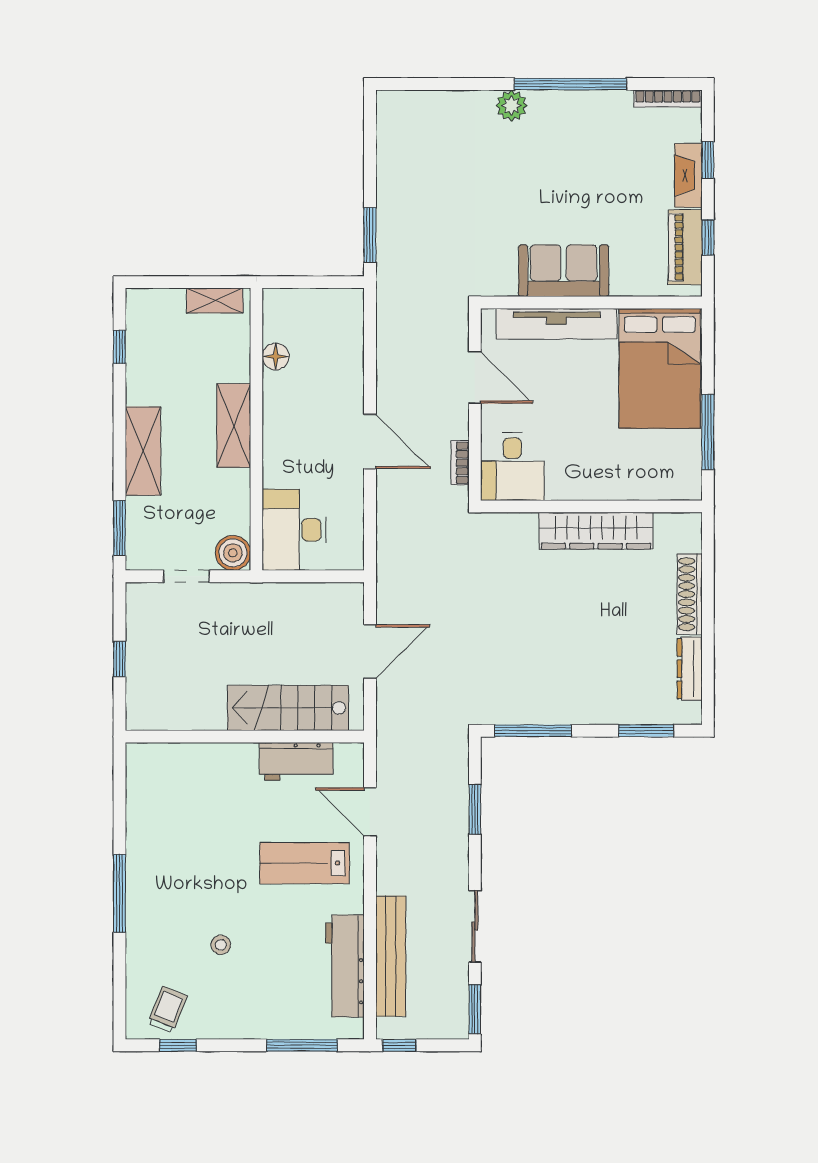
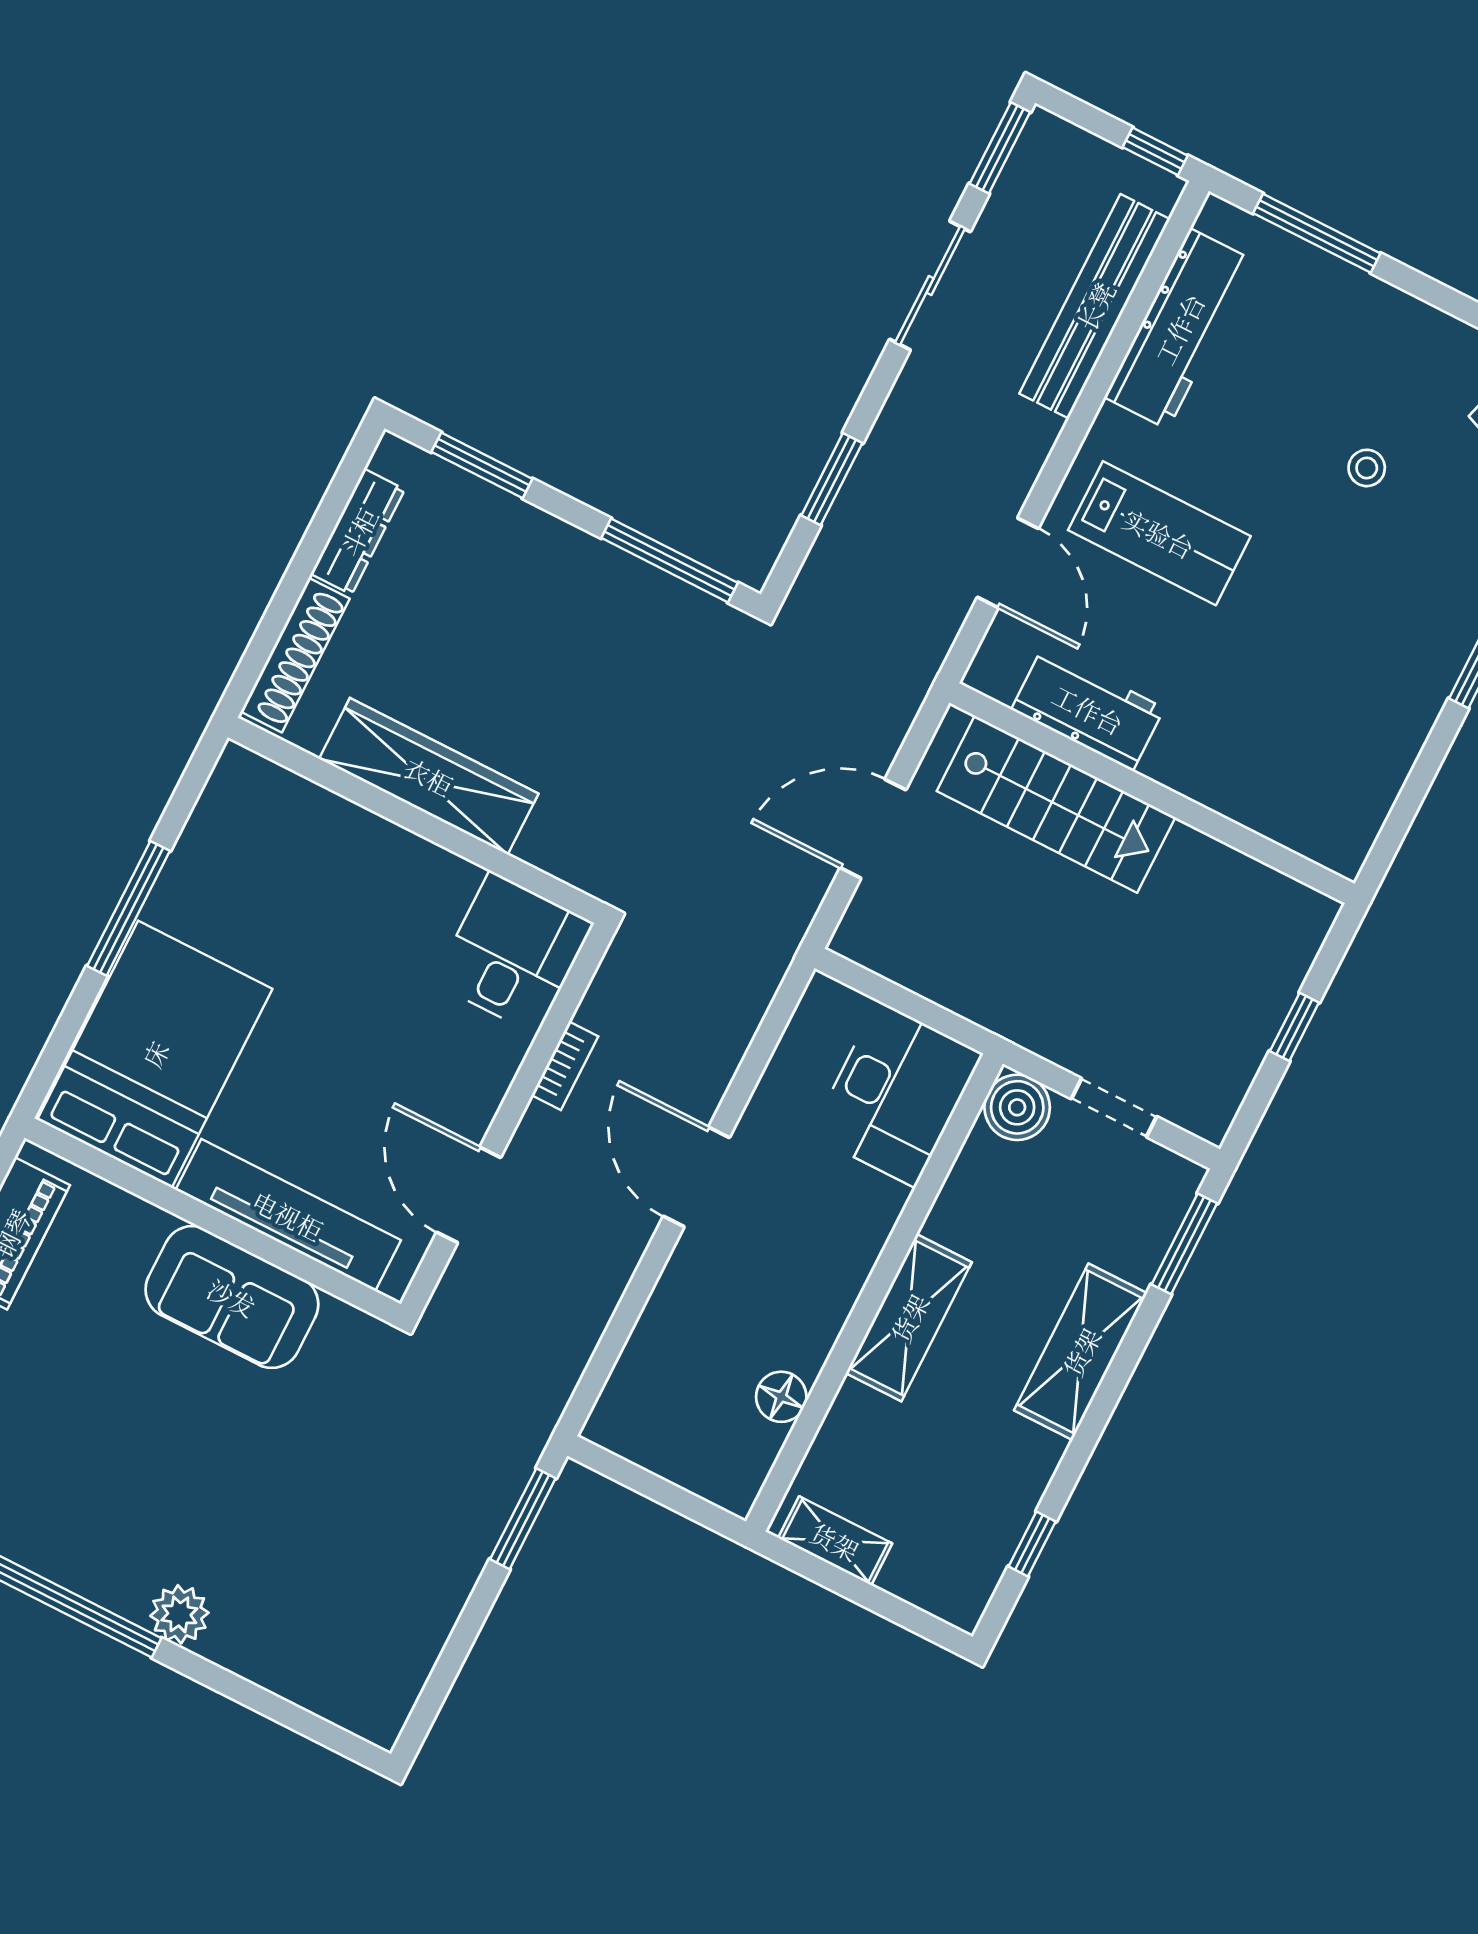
desk: (512, 466) -> (513, 953), moved
wall: (591, 506) -> (416, 820), moved
wardrobe: (596, 531) -> (429, 776), moved

